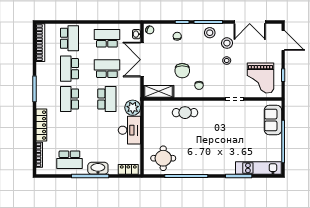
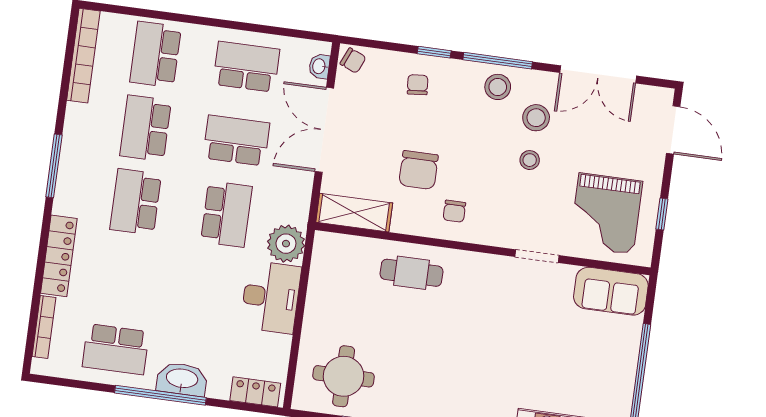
school desk: (69, 38) -> (156, 54), turned 180
sofa: (273, 120) -> (611, 291), moved, turned -90

